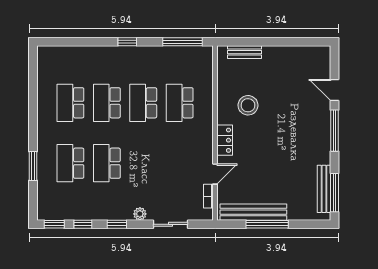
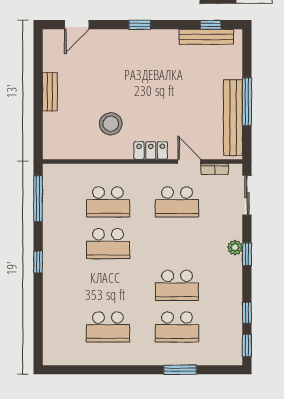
bench: (245, 52) -> (50, 92), moved
door: (335, 90) -> (77, 25), moved
school desk: (107, 103) -> (177, 202), moved
window: (335, 131) -> (140, 25), width x0.46
window: (335, 193) -> (211, 25), width x0.46
window: (117, 224) -> (247, 254), moved
sliding door: (171, 224) -> (247, 195), moved

